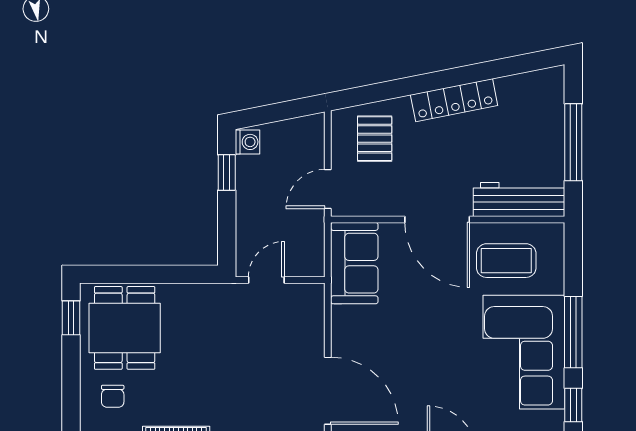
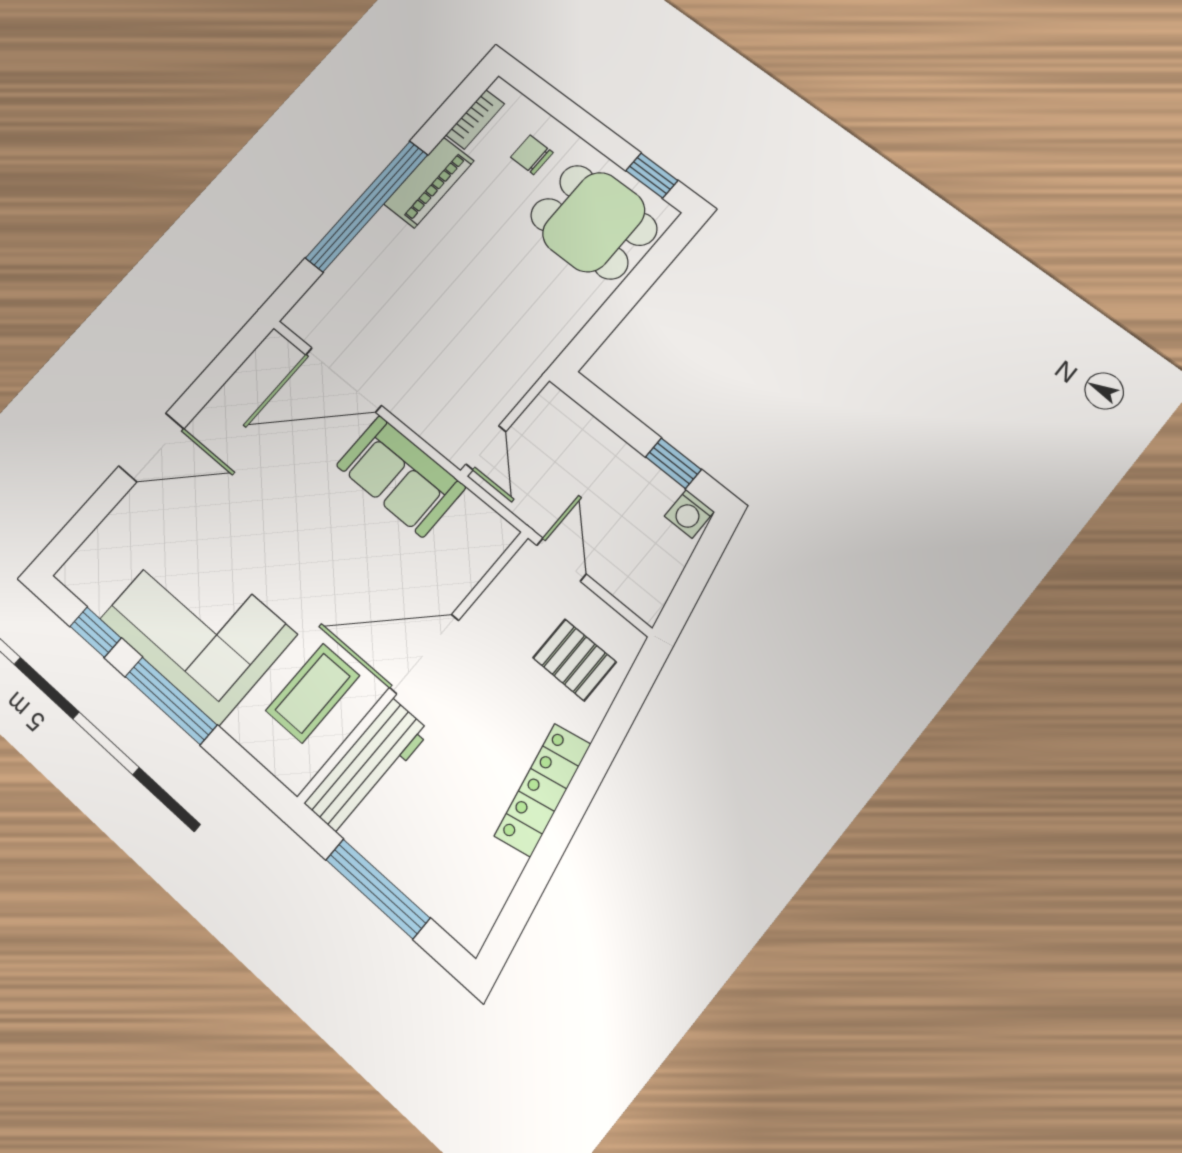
sofa: (354, 263) -> (401, 476), moved
door: (266, 280) -> (486, 448), moved

